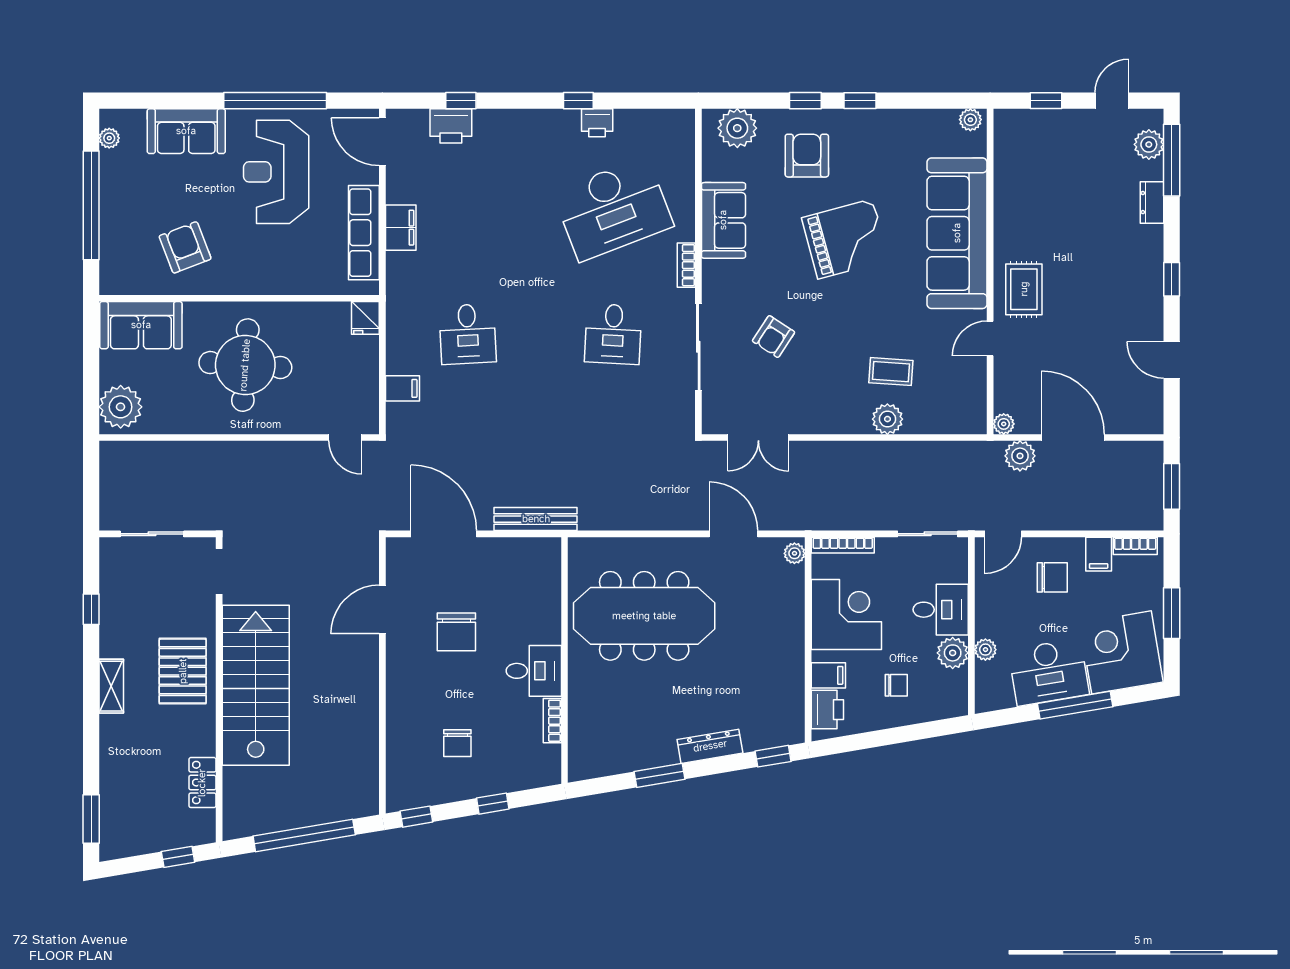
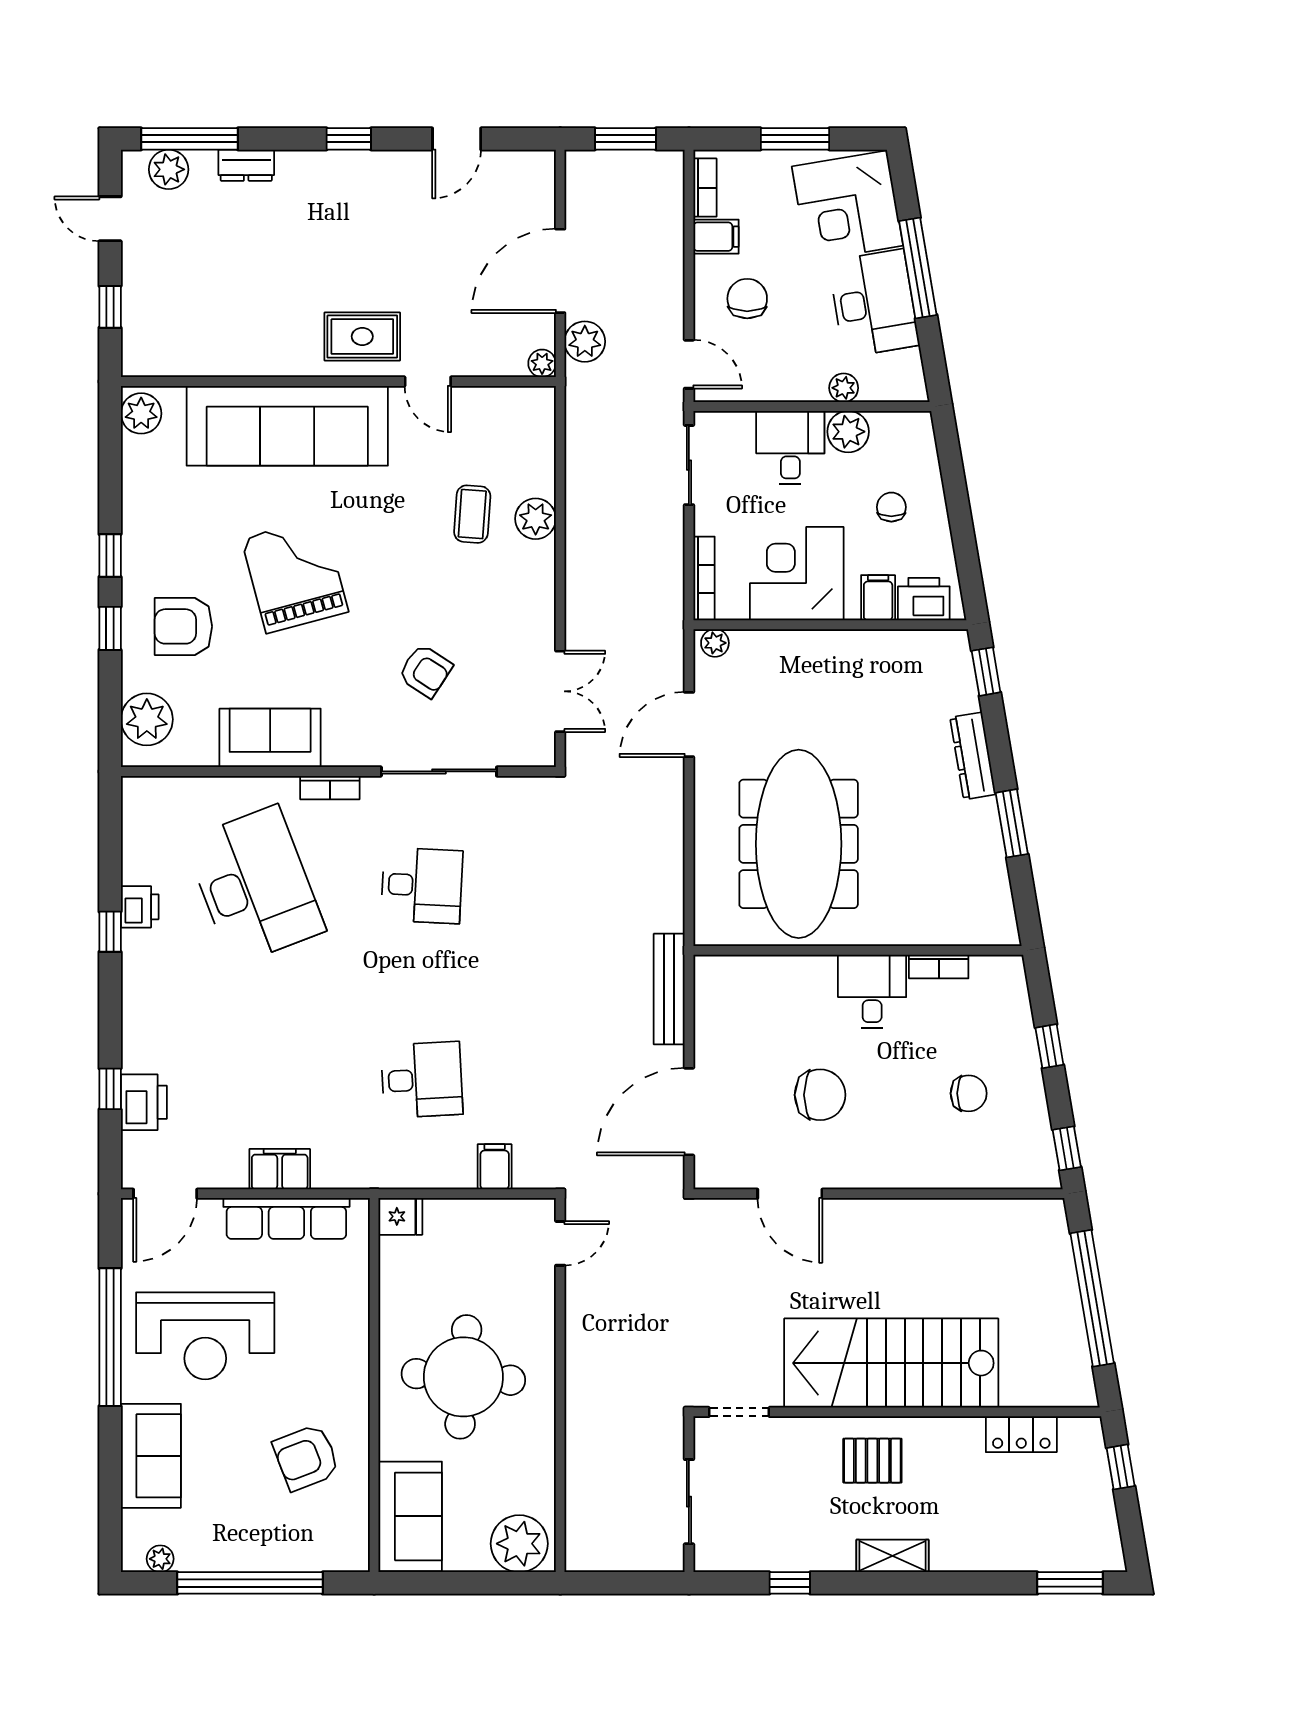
plant: (970, 120) -> (141, 413), width x1.38, depth x1.38
pallet: (183, 671) -> (872, 1461), width x0.67, depth x0.71

